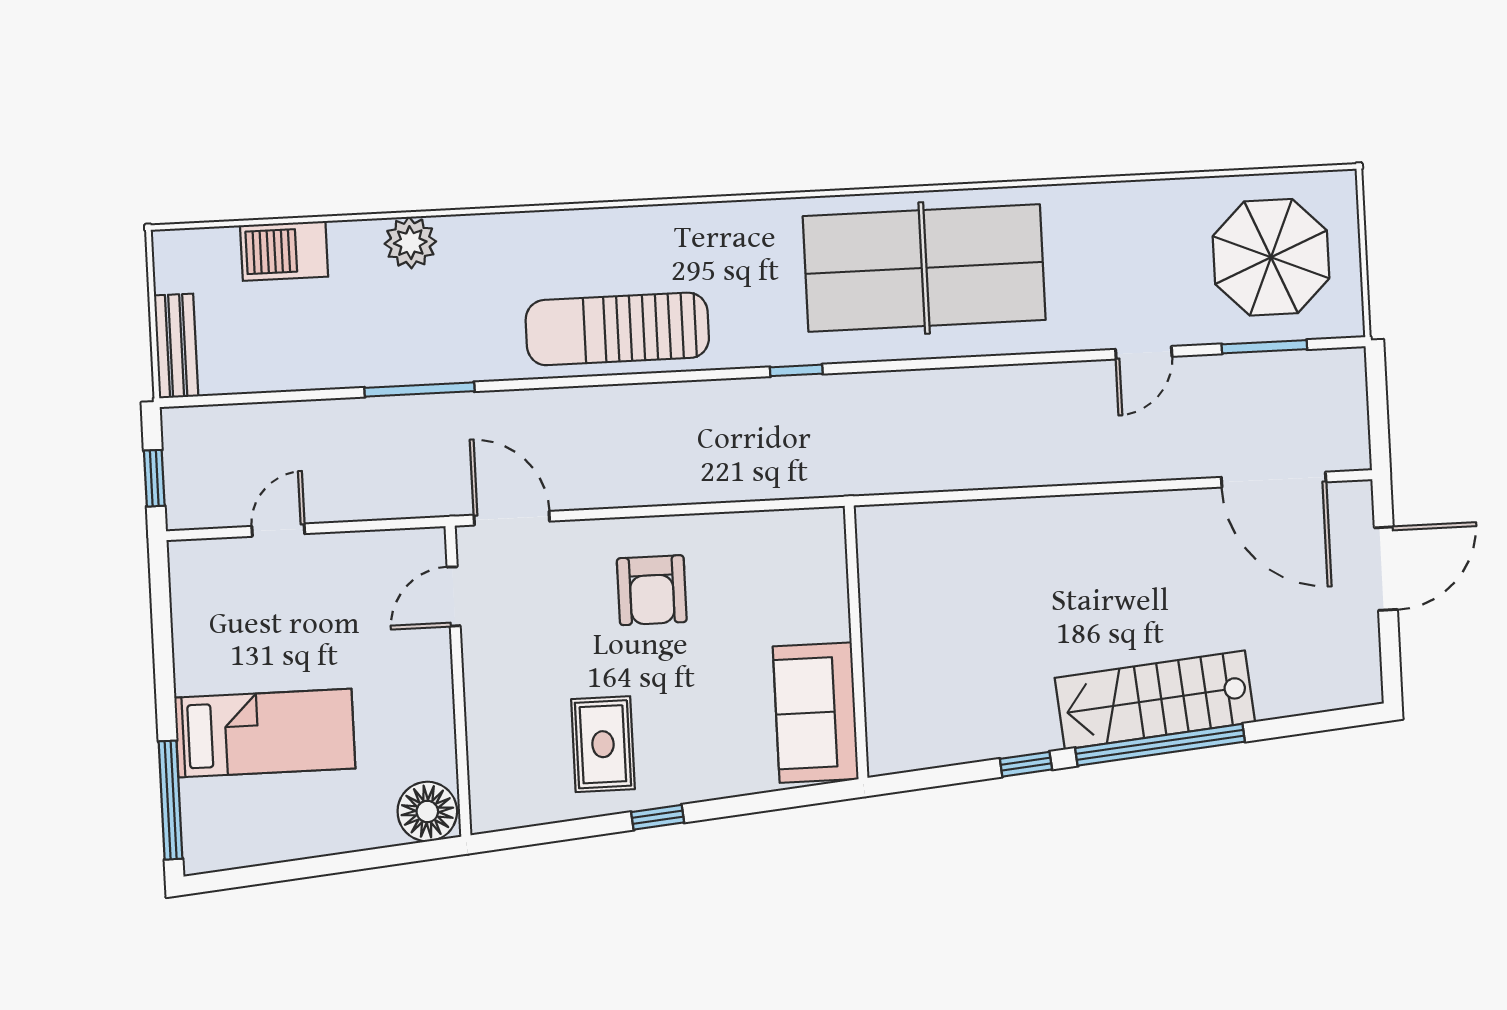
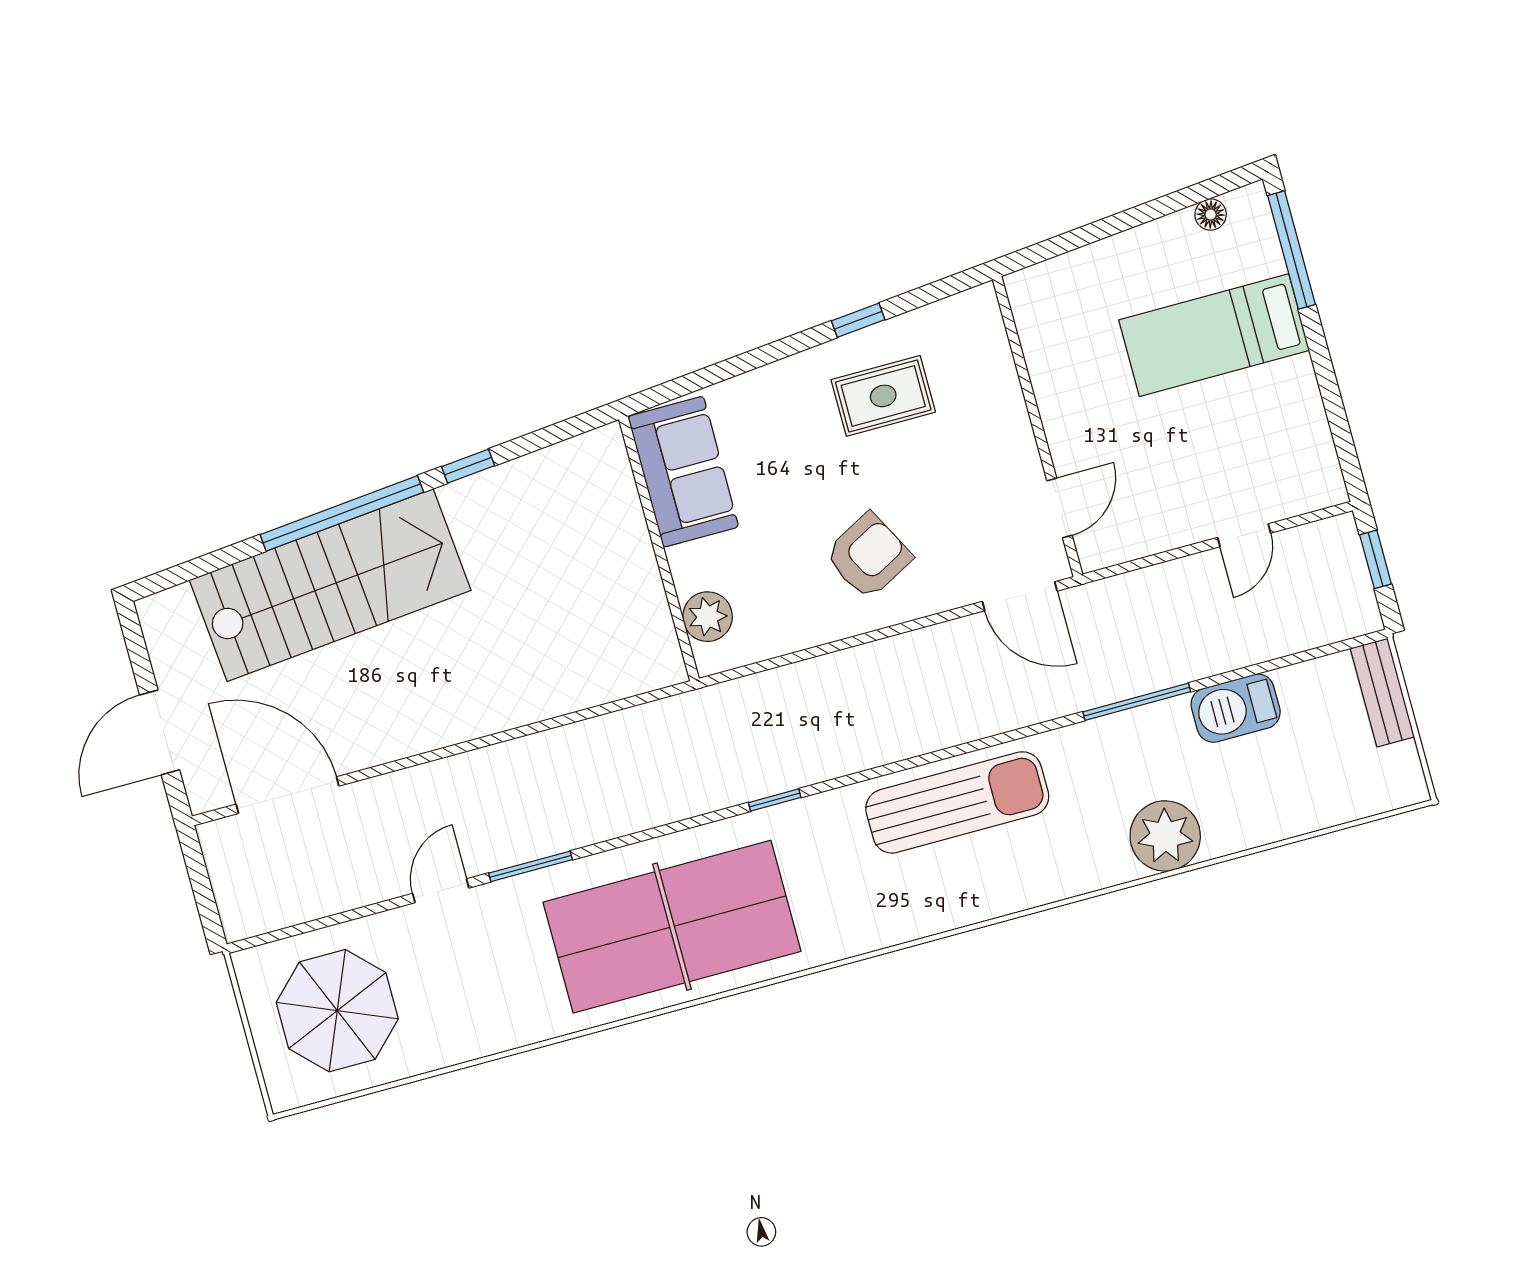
plant: (410, 243) -> (1165, 836), width x1.36, depth x1.36
barbecue: (284, 251) -> (1236, 708), moved, turned 180
window: (1264, 347) -> (531, 866), moved
plant: (823, 565) -> (708, 617), added
armchair: (652, 590) -> (868, 556), turned 62
stairs: (1155, 700) -> (330, 585), width x1.36, depth x1.51
rug: (603, 744) -> (883, 396), turned 90
floor lamp: (427, 811) -> (1211, 215), moved, width x0.53, depth x0.53
window: (658, 817) -> (858, 320), moved

